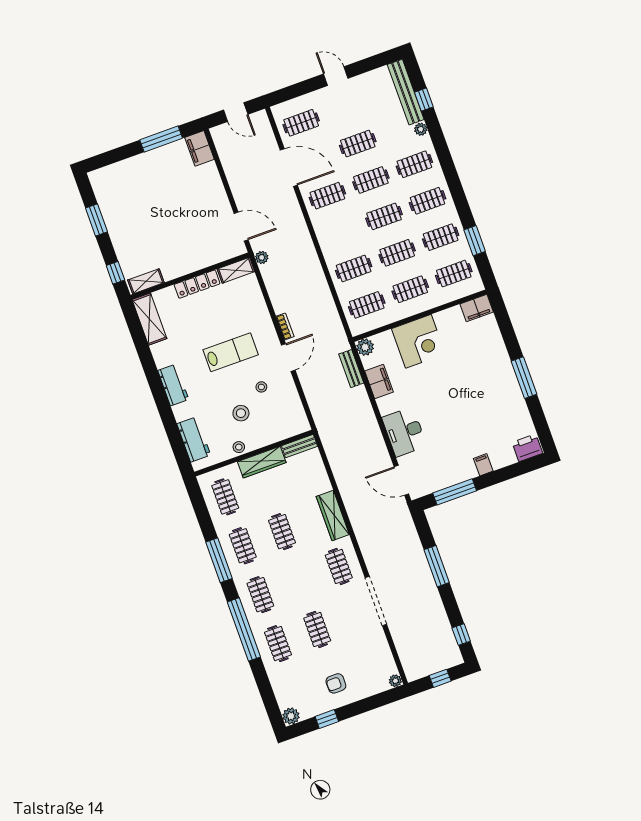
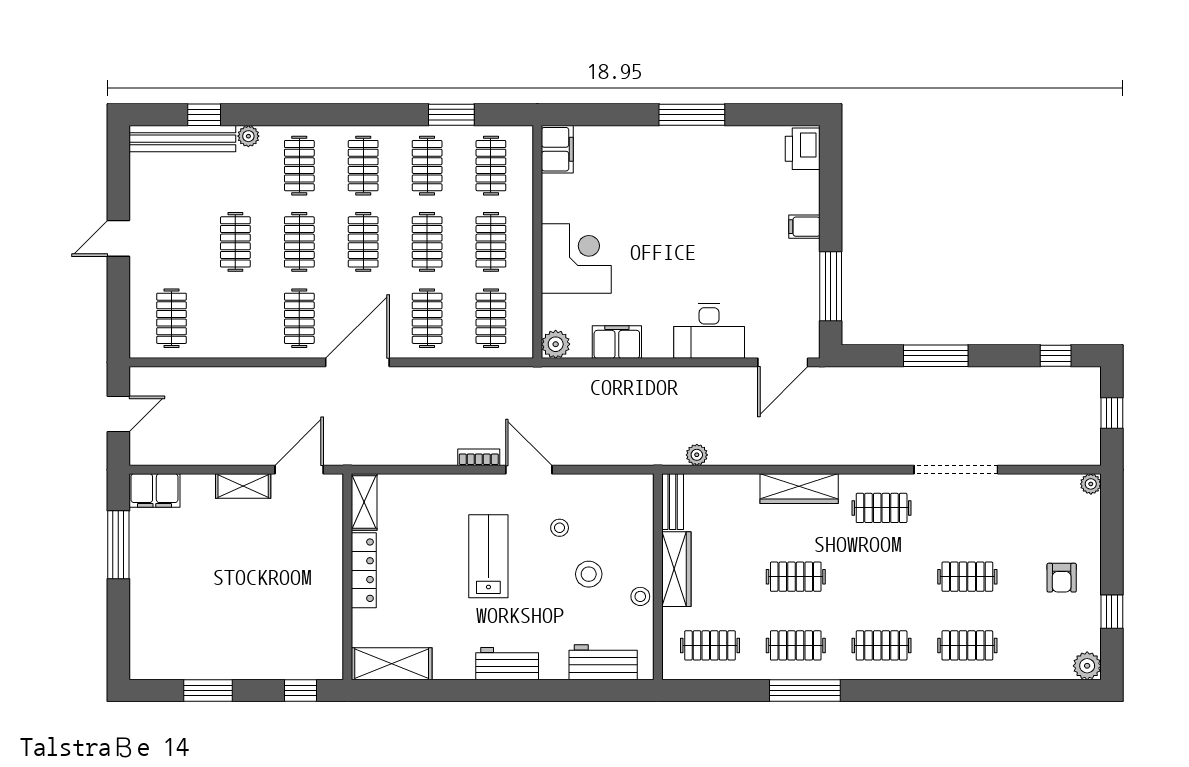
door: (289, 168) -> (357, 362), moved
plant: (262, 257) -> (697, 455), moved
shelving: (146, 281) -> (243, 486), moved, turned 90
bench: (351, 369) -> (581, 378), removed
window: (244, 629) -> (926, 690), removed

